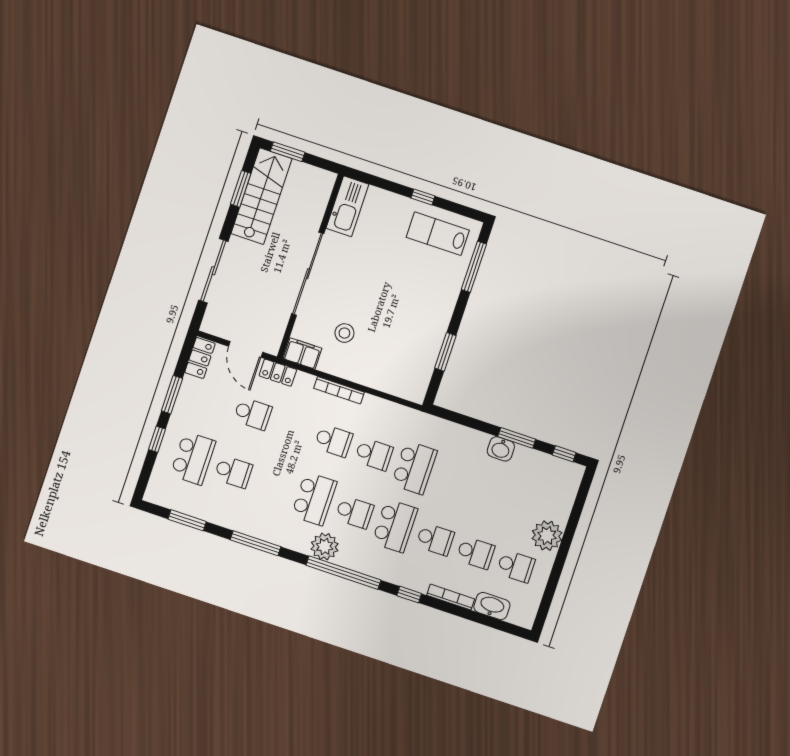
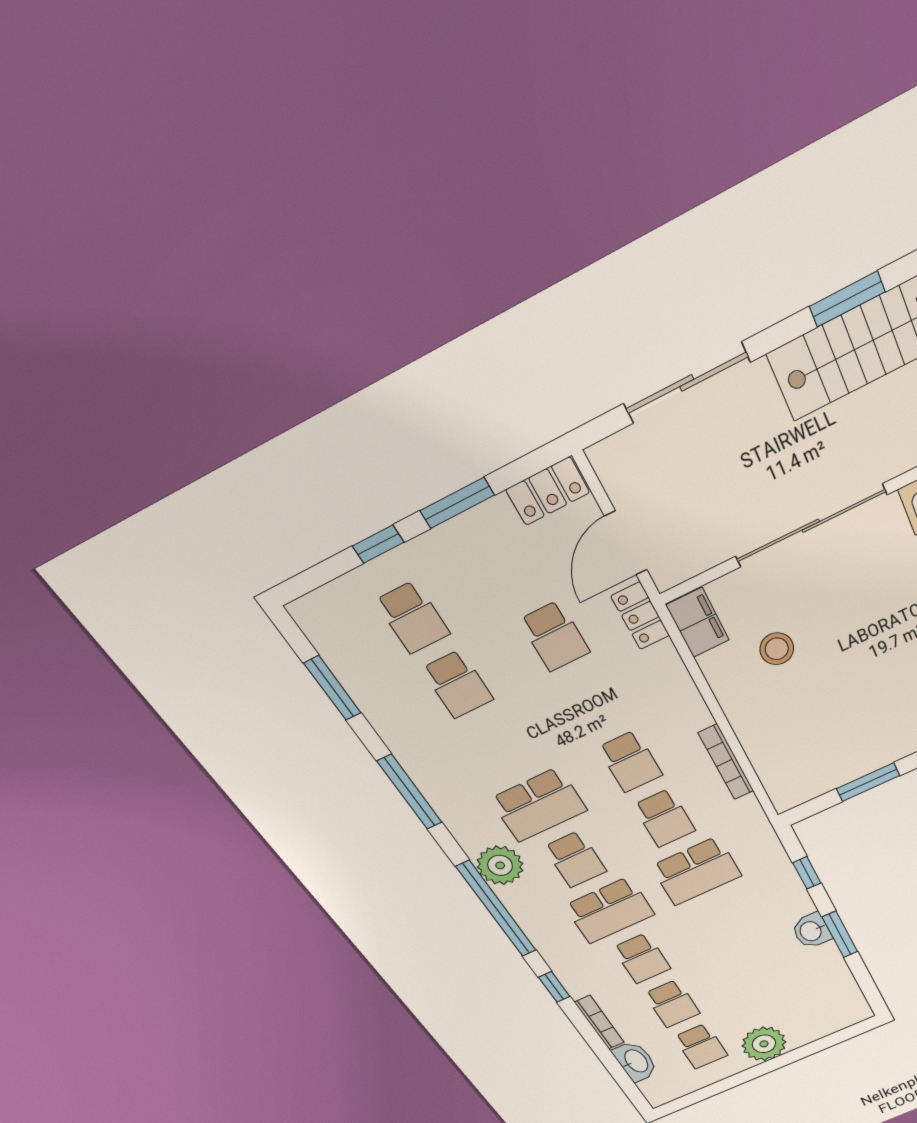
bookcase: (339, 390) -> (726, 762), moved
window: (564, 454) -> (807, 873), moved
school desk: (193, 458) -> (413, 617), width x0.54

